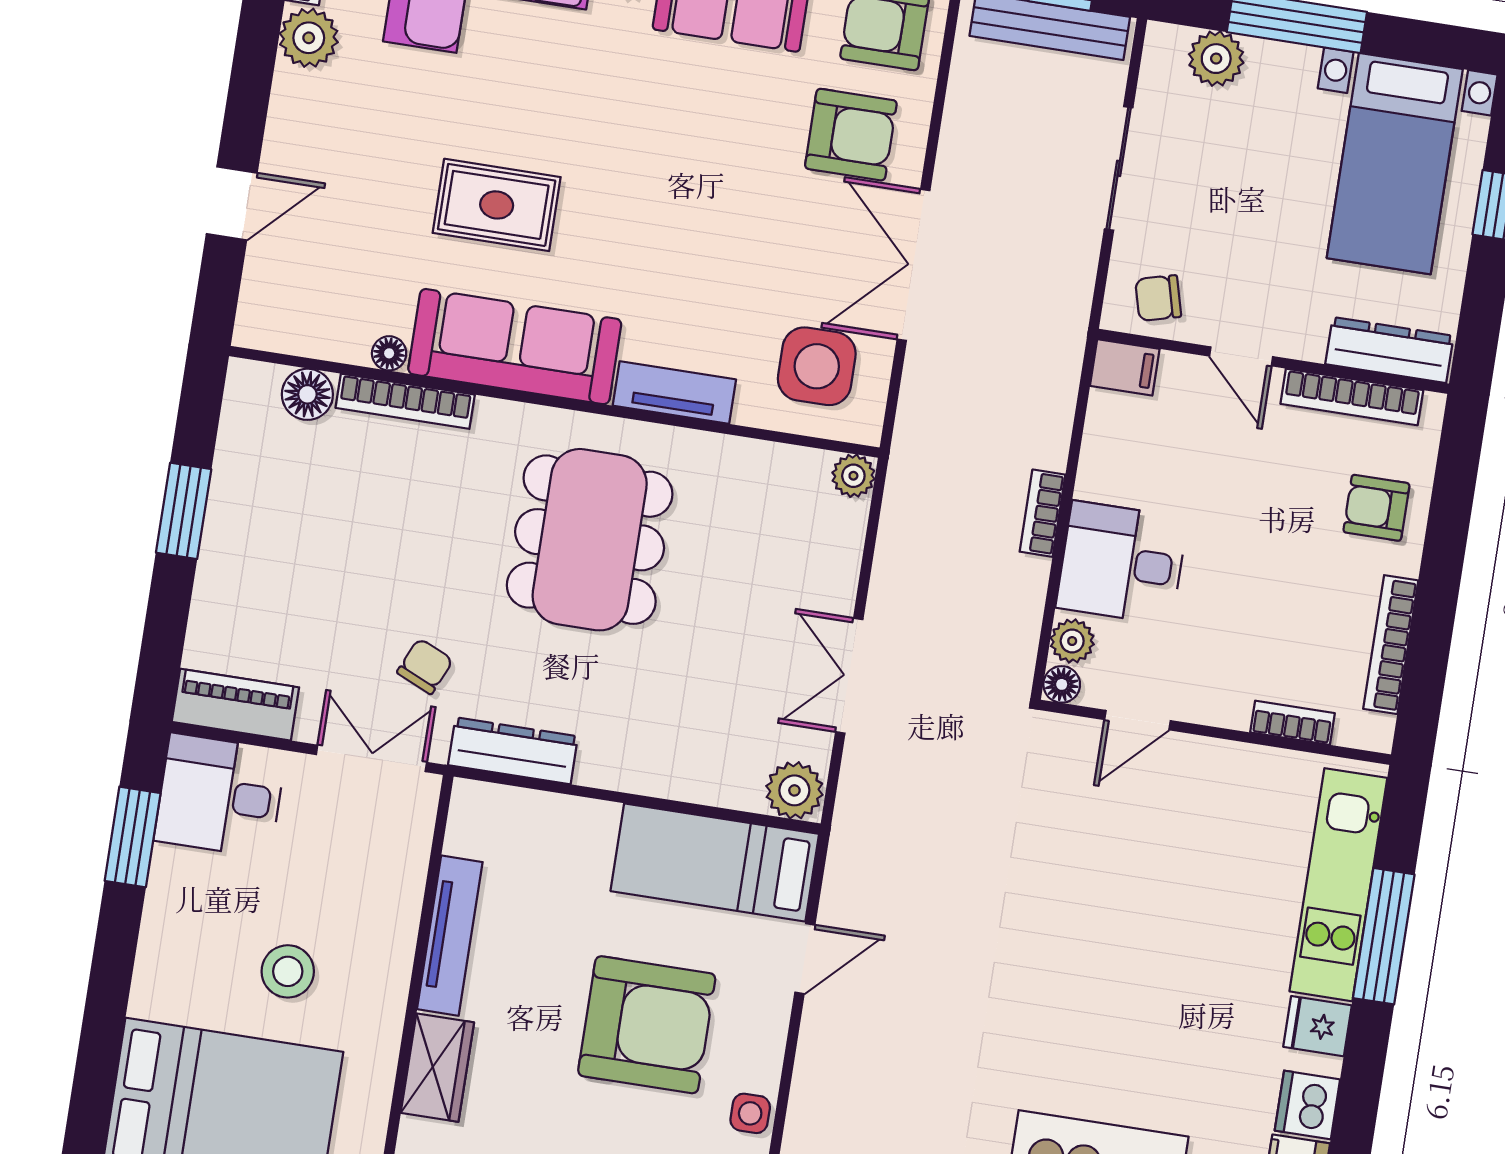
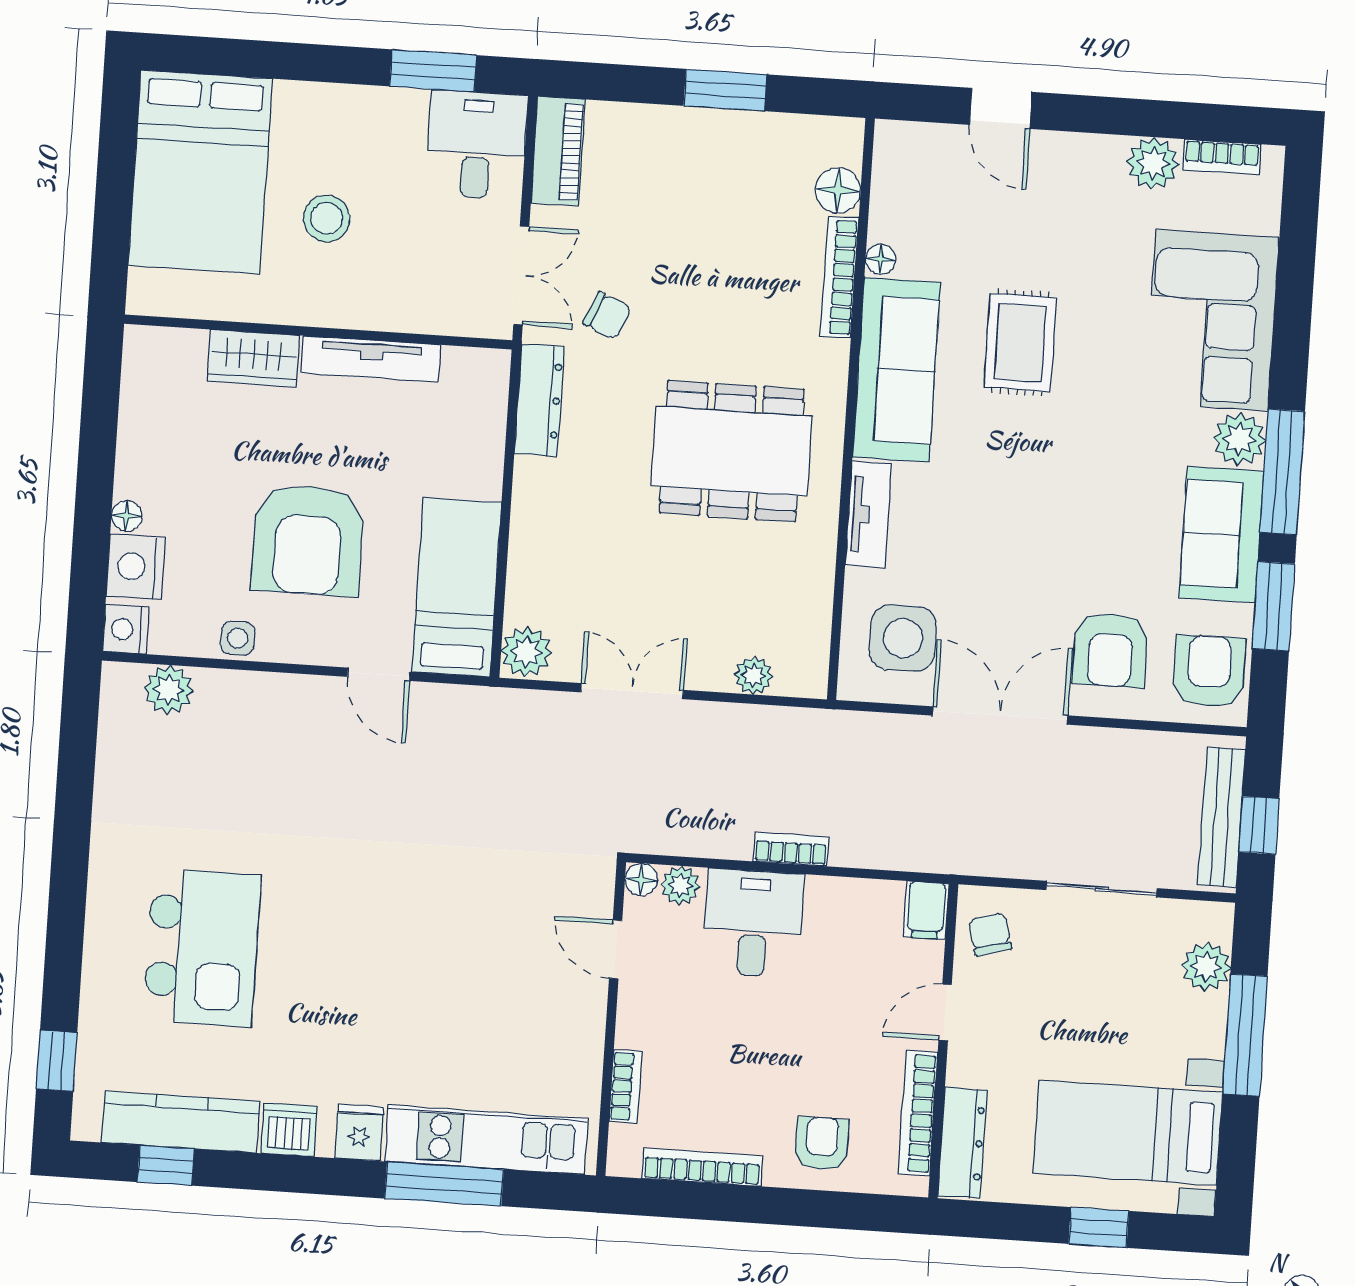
plant: (853, 476) -> (753, 675), moved

